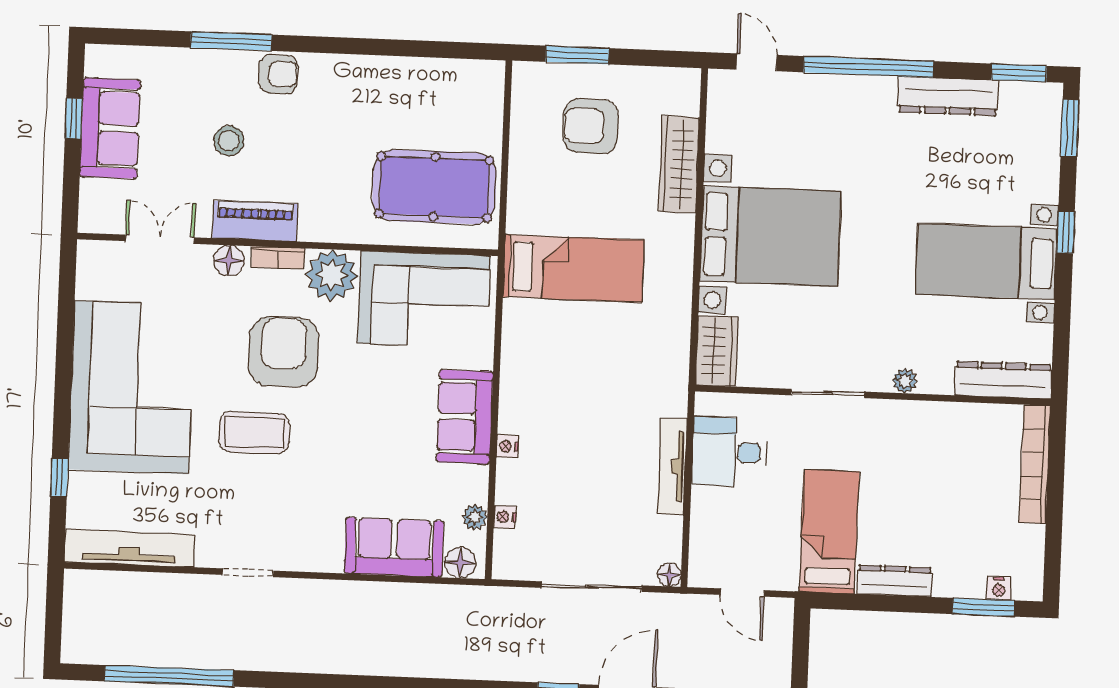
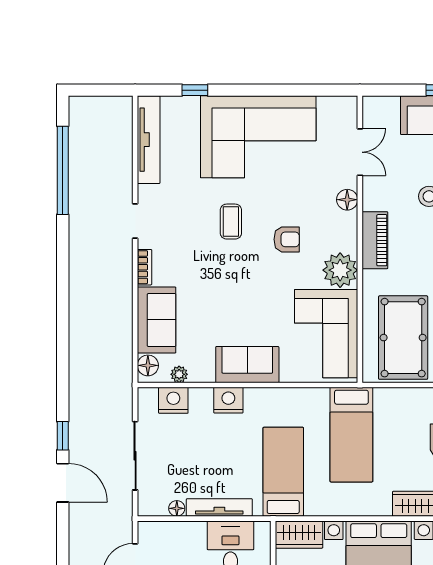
piano: (255, 221) -> (375, 240), moved
bookcase: (278, 258) -> (144, 267), moved, turned 180
armchair: (284, 352) -> (287, 239), width x0.53, depth x0.53
bed: (624, 370) -> (283, 472), added
coffee table: (254, 432) -> (231, 222), width x0.73, depth x0.77
nightstand: (507, 446) -> (228, 400), width x1.89, depth x1.79
nightstand: (505, 517) -> (173, 400), width x1.89, depth x1.79
floor lamp: (669, 575) -> (177, 508), moved

